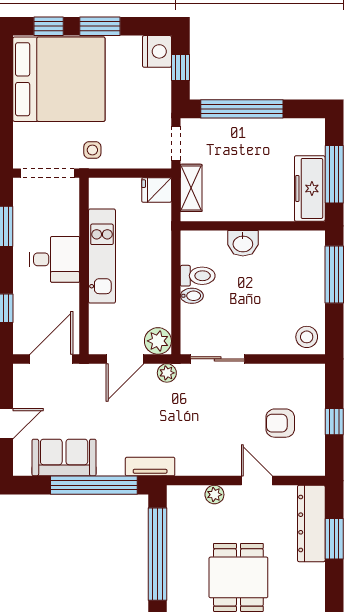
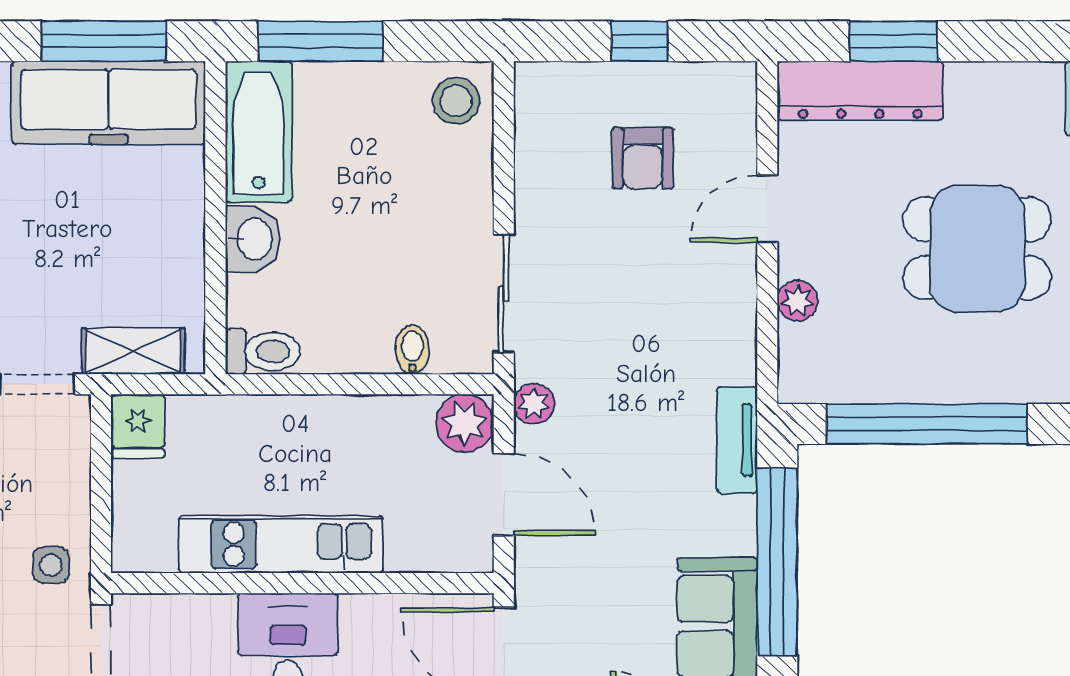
freezer: (310, 188) -> (108, 103), width x1.36, depth x1.26
bathtub: (292, 246) -> (259, 132), added
toilet: (198, 276) -> (263, 352), moved, turned 90
bidet: (192, 296) -> (412, 350), moved

